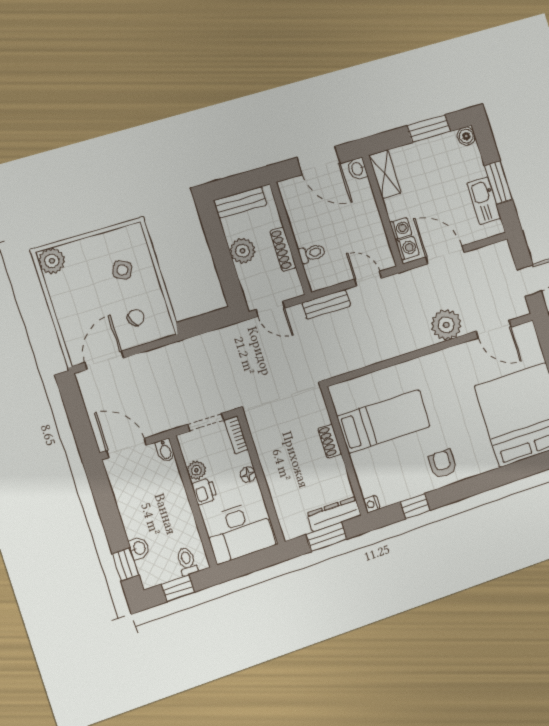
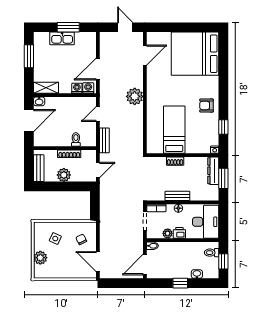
boiler: (466, 136) -> (39, 37), removed
kitchen sink: (484, 201) -> (62, 38), moved
plant: (52, 261) -> (40, 258), moved
plant: (446, 325) -> (135, 96), moved
bench: (270, 465) -> (177, 196), added
window: (125, 564) -> (180, 283), moved

